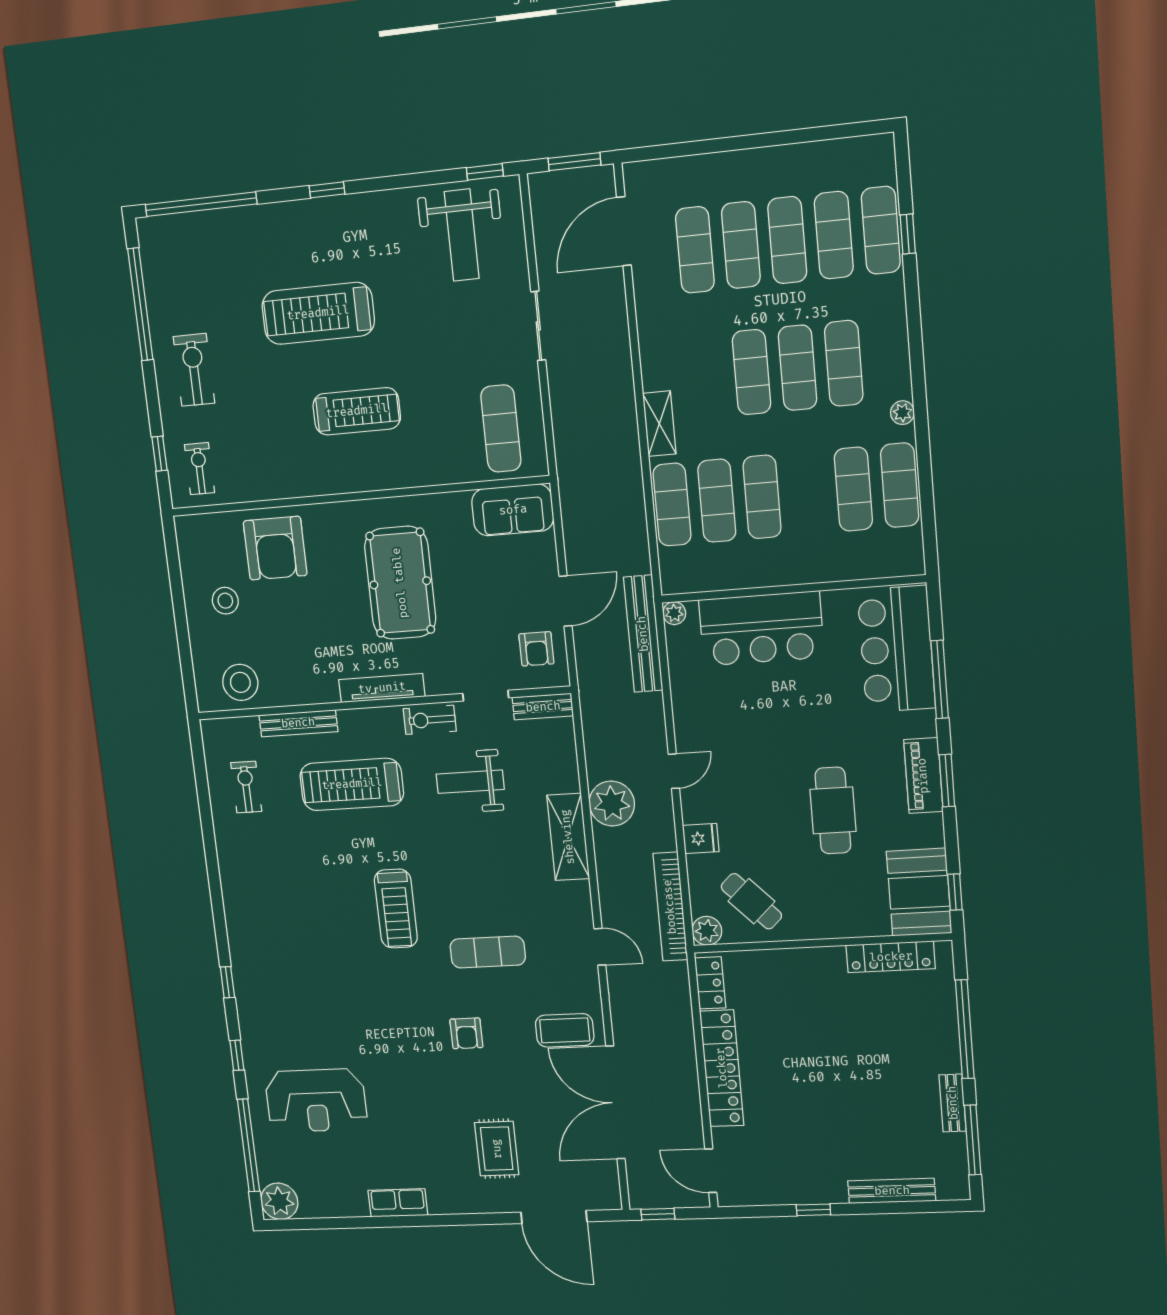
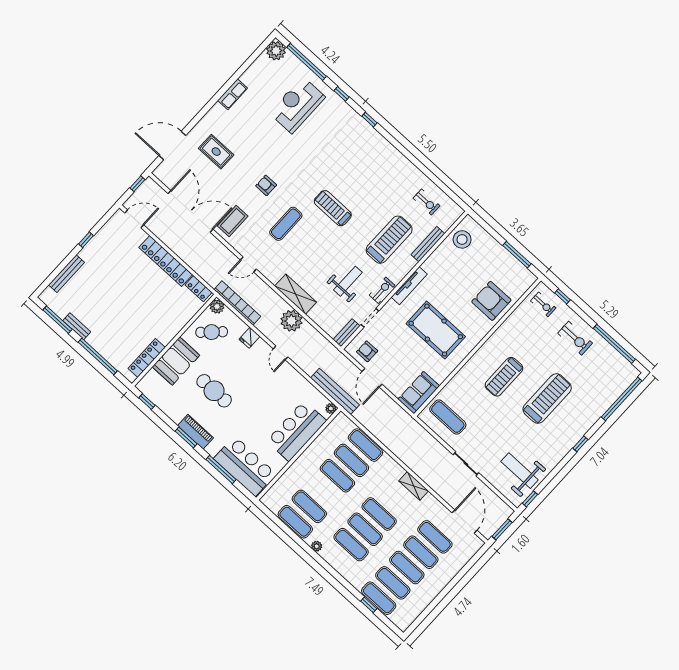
shelving: (659, 424) -> (414, 486), moved
window: (176, 582) -> (517, 255), added
stool: (225, 601) -> (493, 265), removed
booth: (919, 892) -> (176, 361), moved, turned 90

